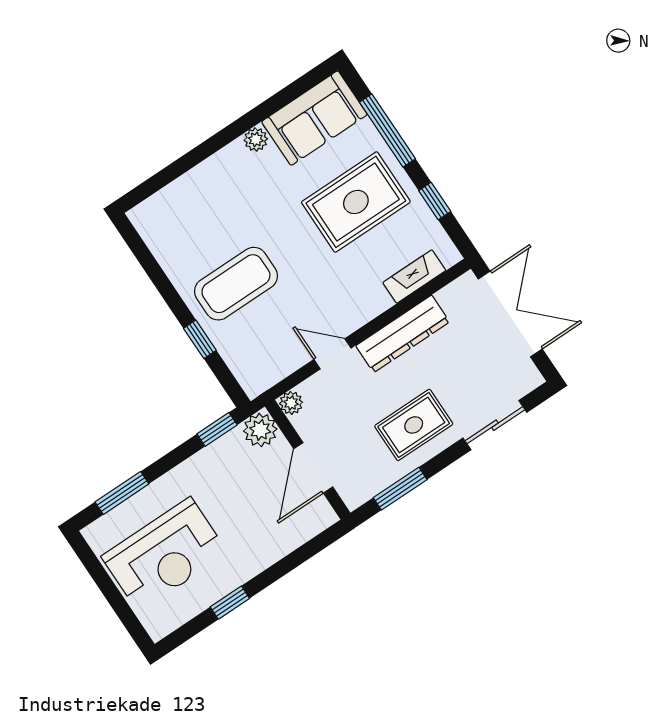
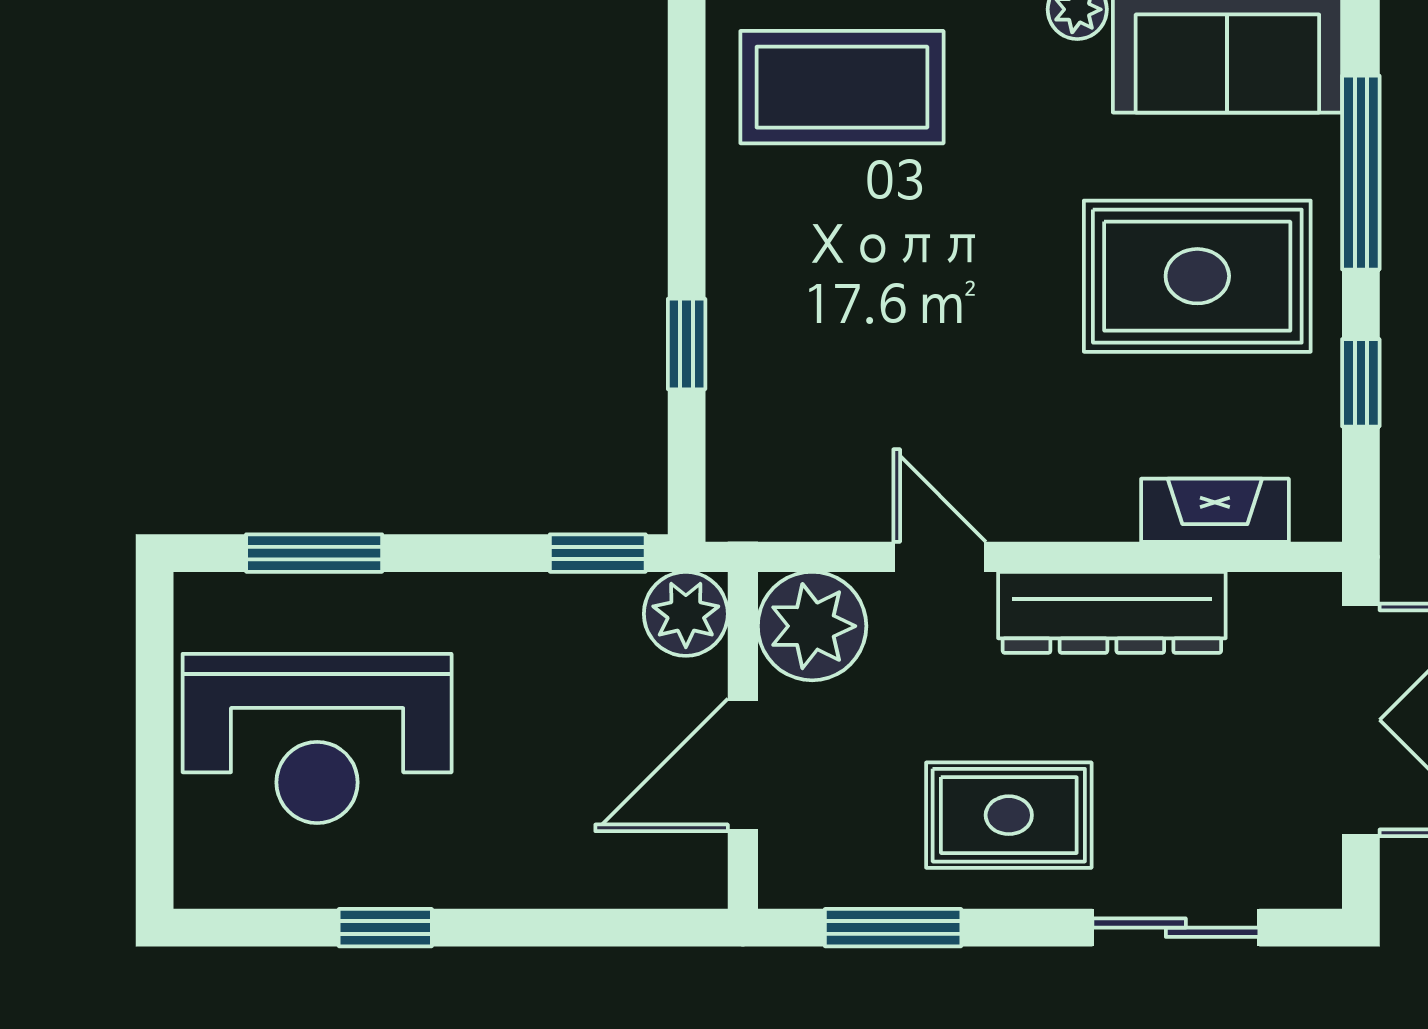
coffee table: (236, 284) -> (842, 87), moved
plant: (291, 403) -> (812, 626), width x1.87, depth x1.87

